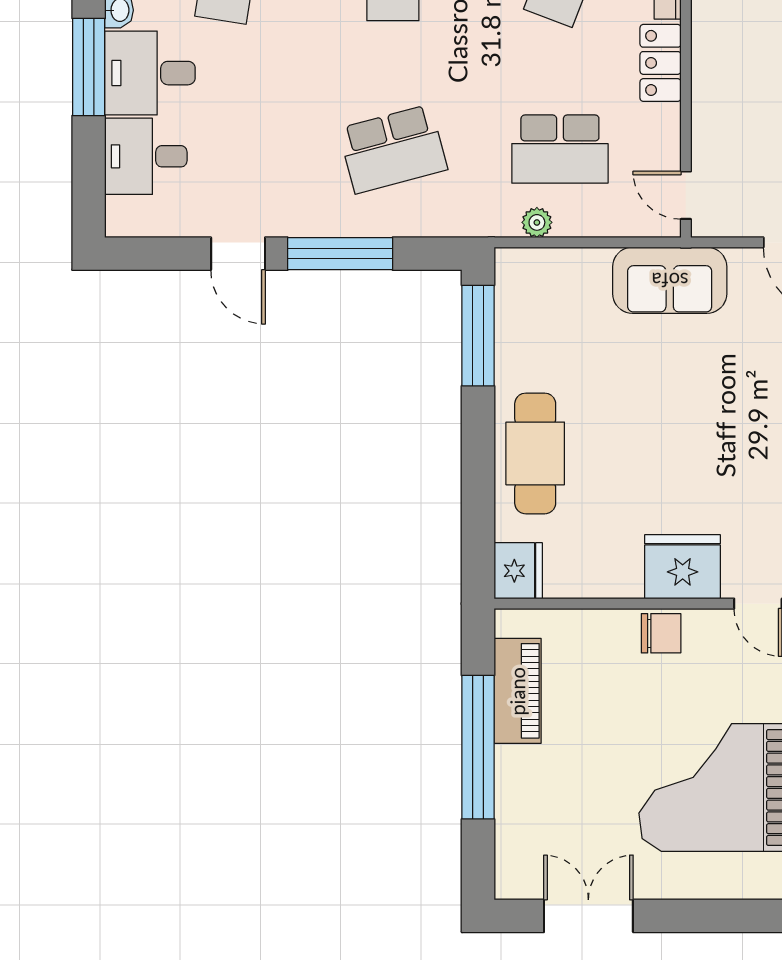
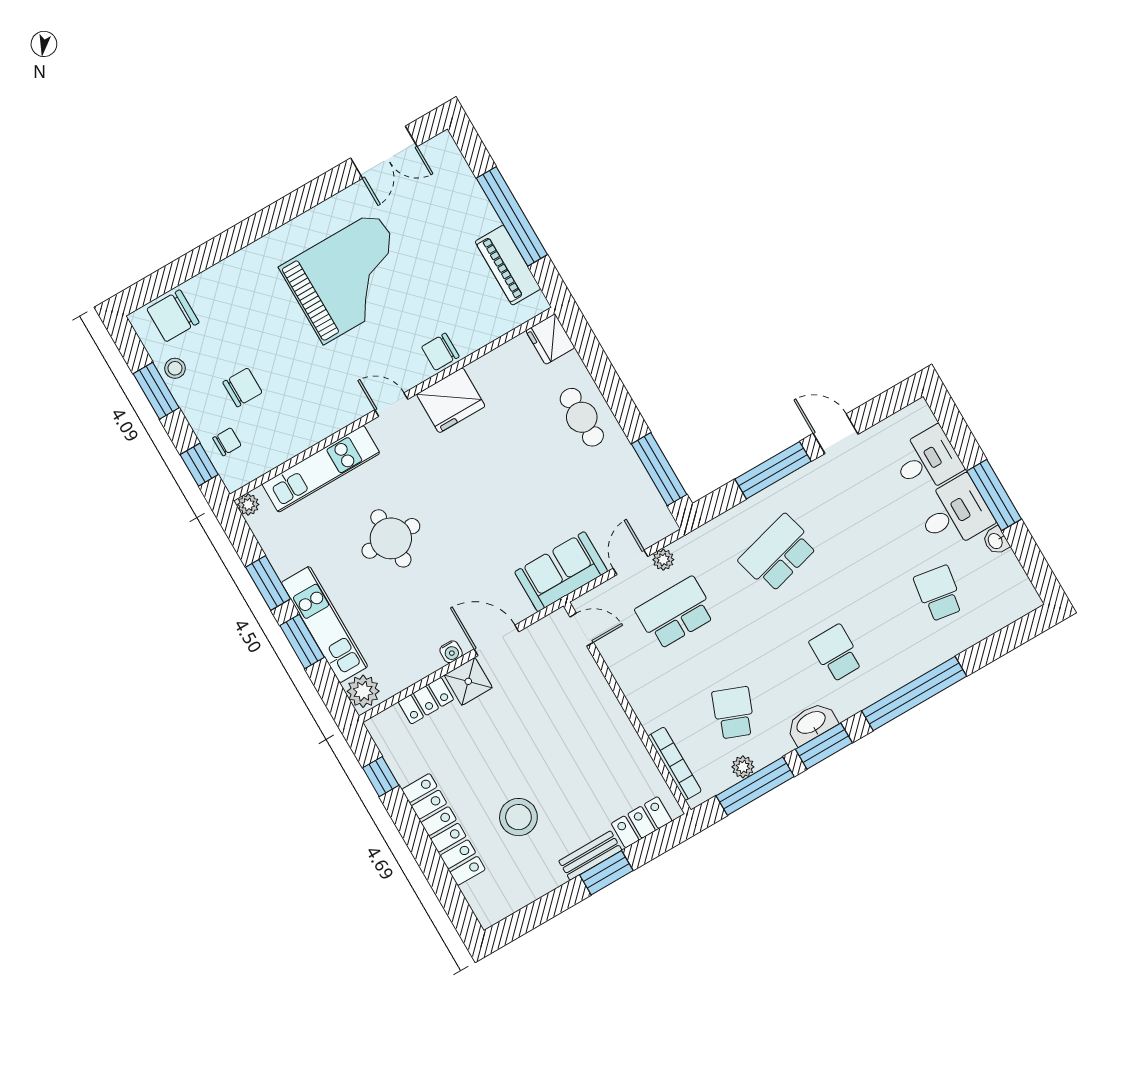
locker: (661, 63) -> (644, 702), removed
door: (579, 242) -> (631, 562), added
cafe table: (535, 453) -> (582, 417), width x0.73, depth x0.74

